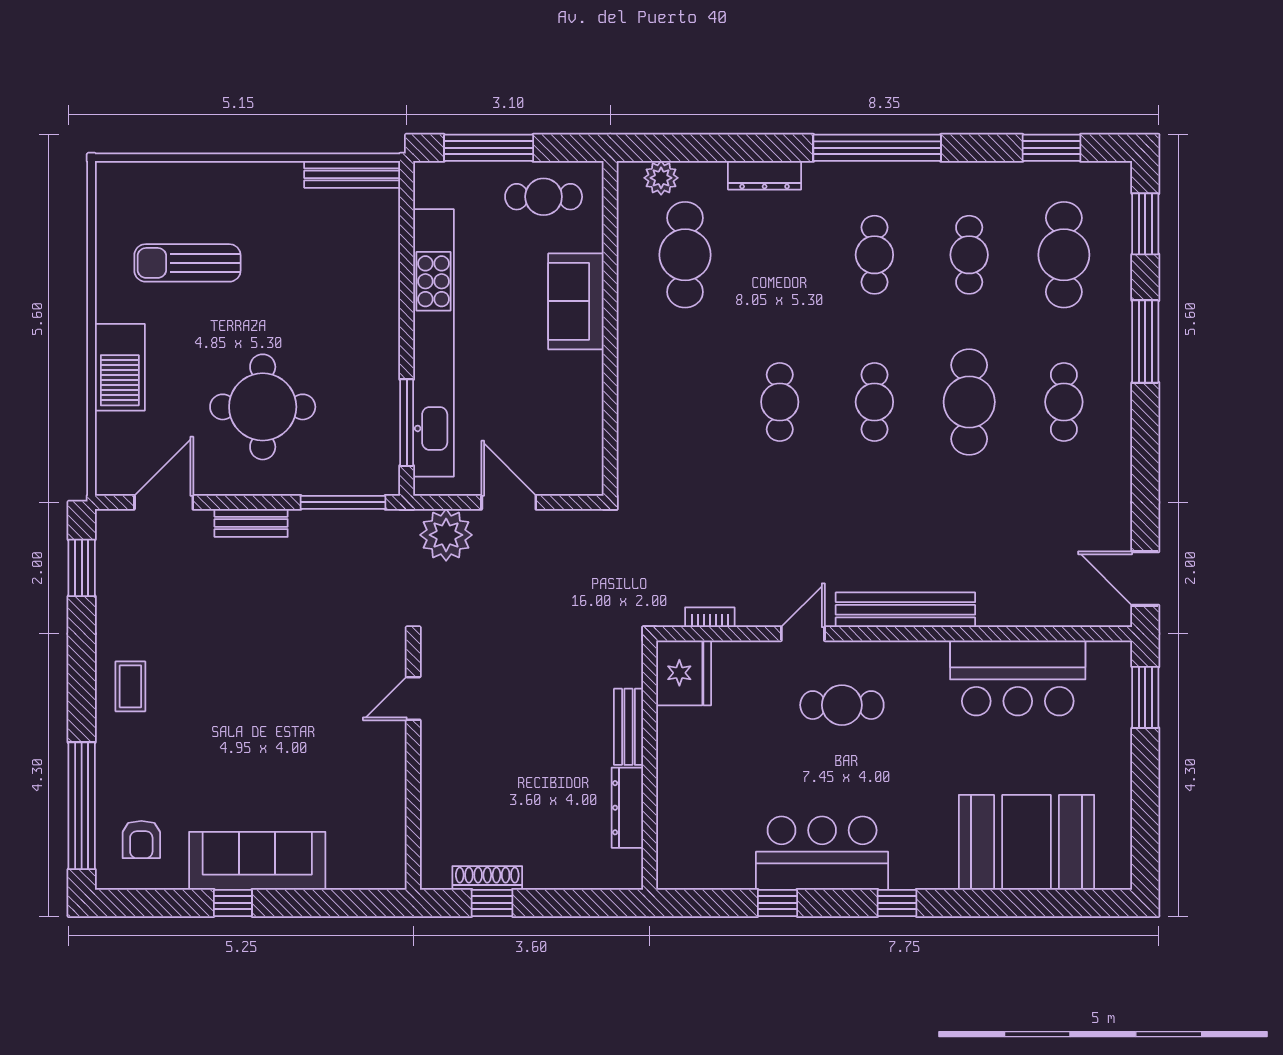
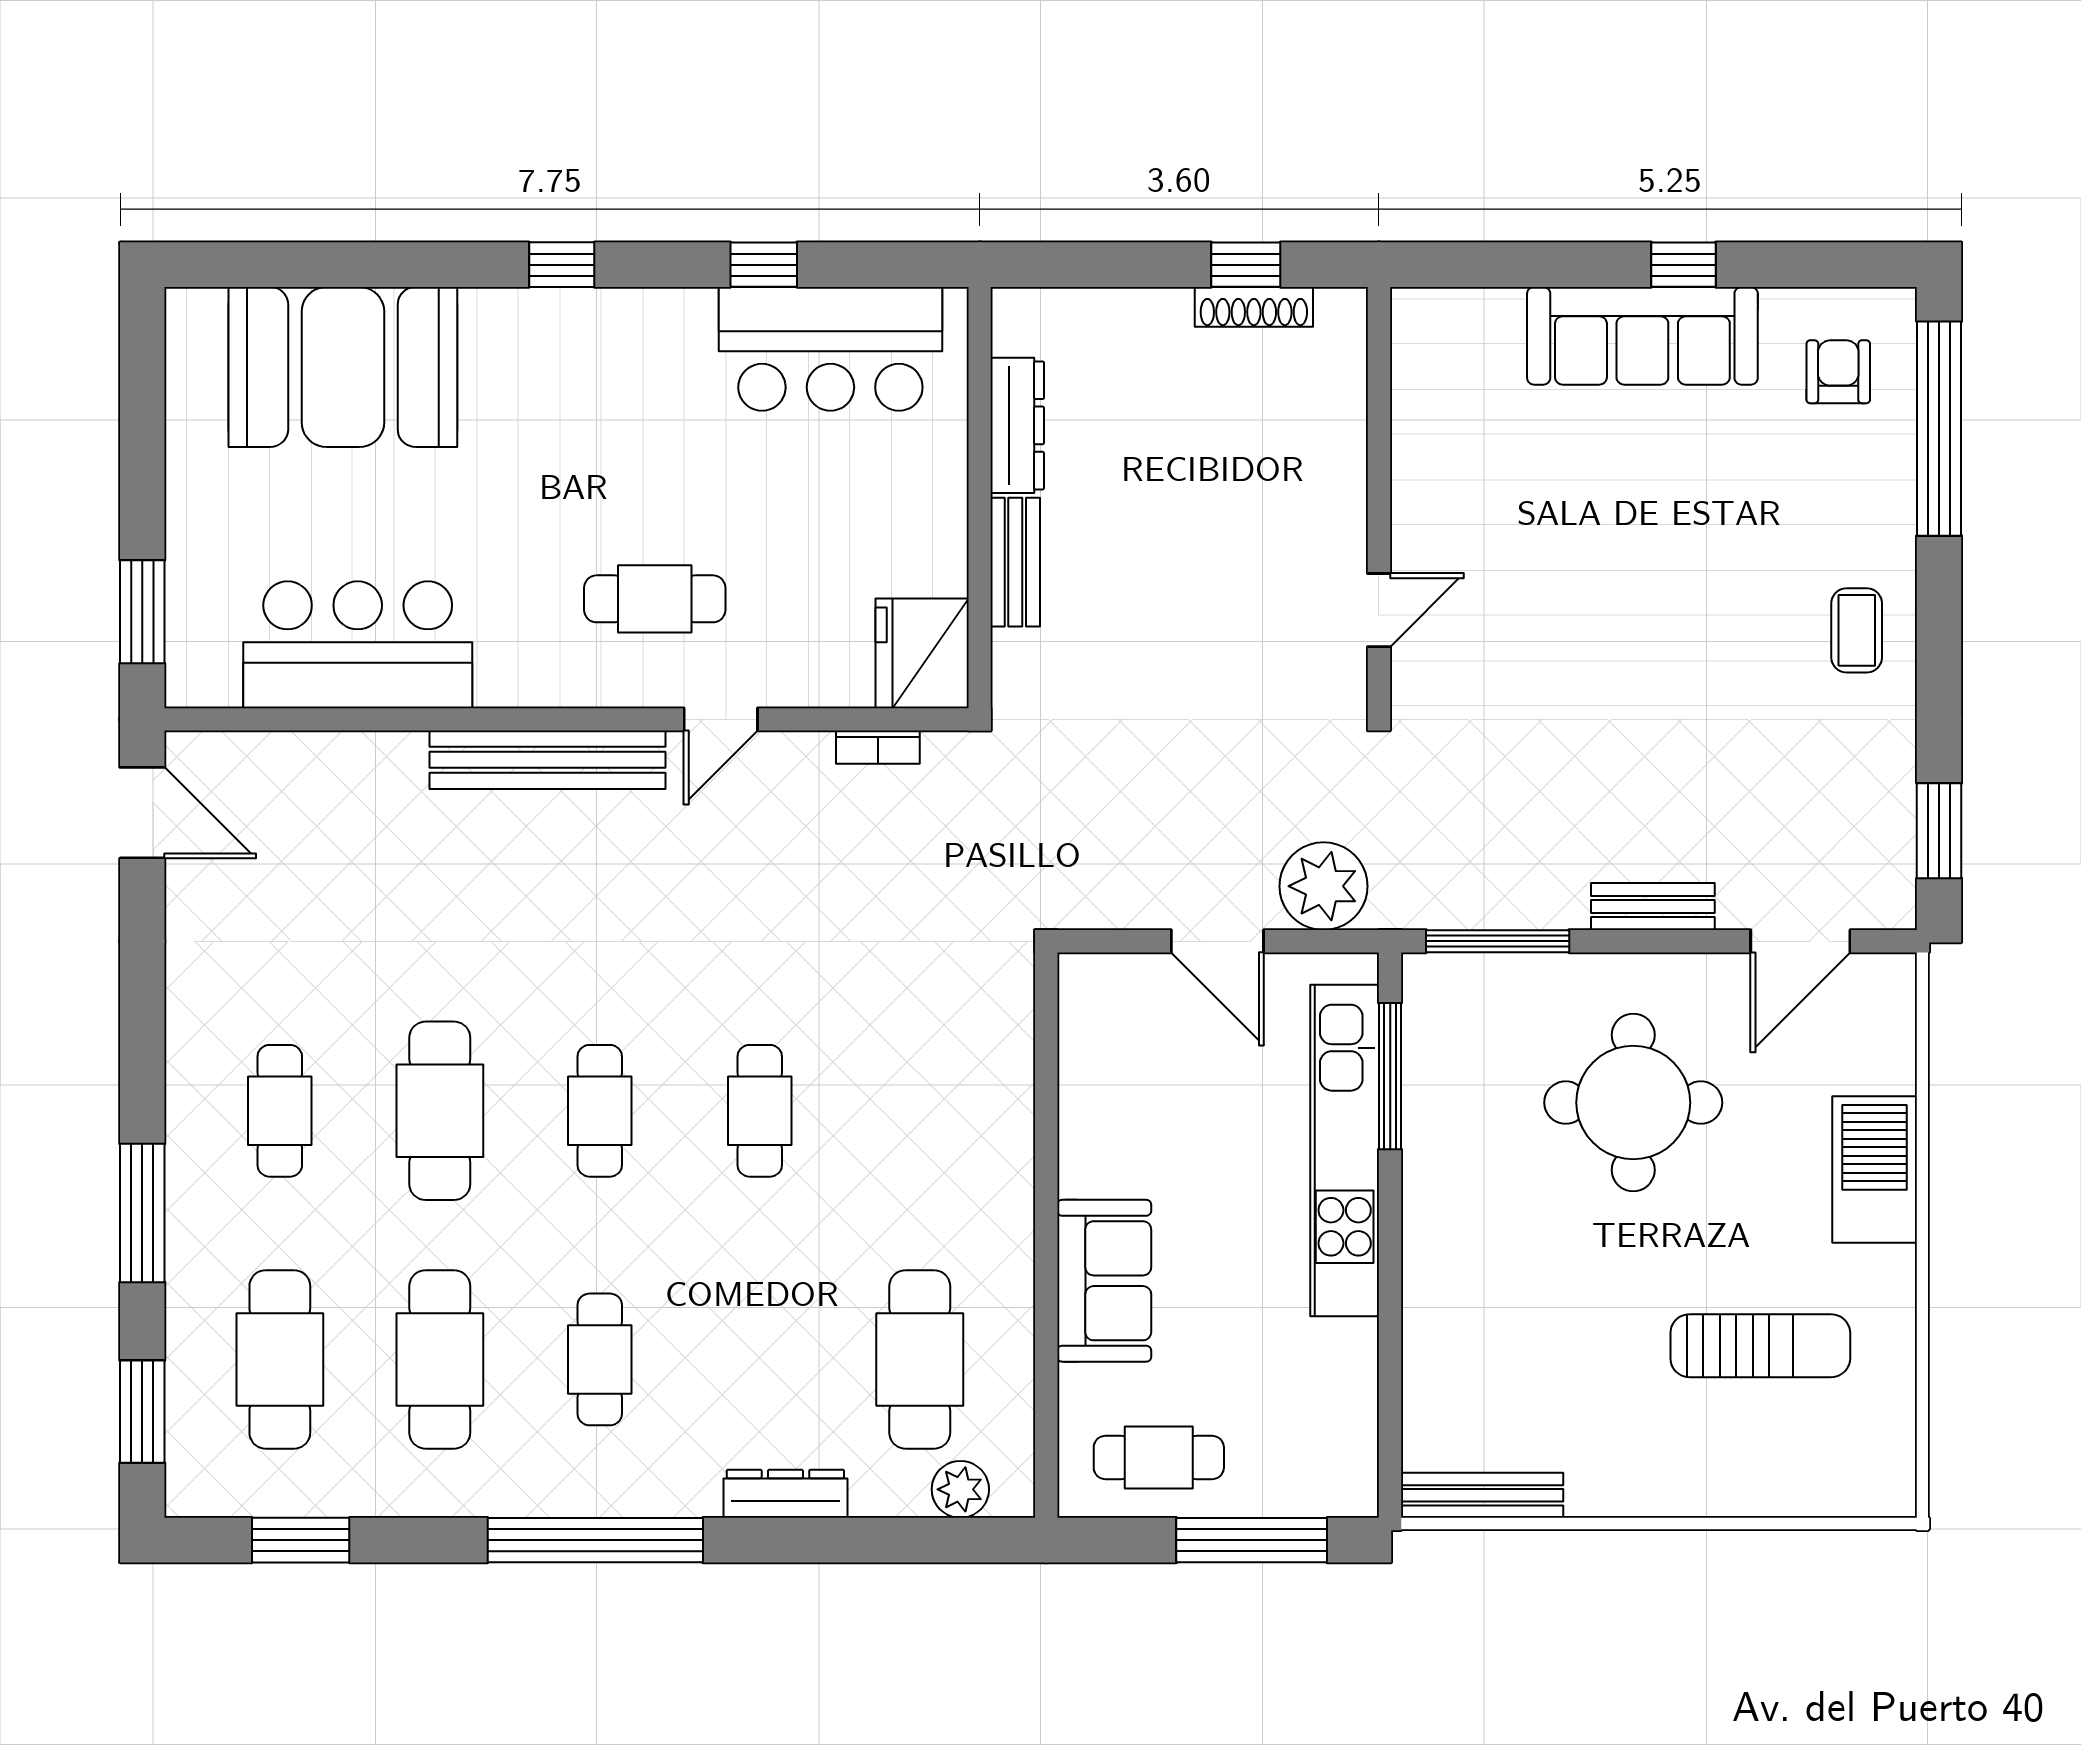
cafe table: (969, 255) -> (440, 1359), width x1.37, depth x1.35
kitchen unit: (433, 343) -> (1345, 1150), width x0.73
bar counter: (822, 853) -> (830, 349), moved

